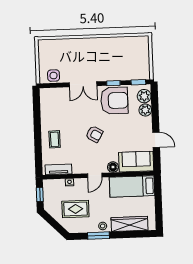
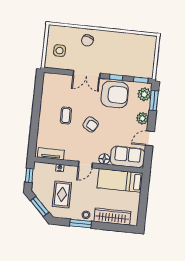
chair: (79, 50) -> (87, 40), added
side table: (54, 76) -> (60, 51), moved
window: (155, 101) -> (154, 100), added
plant: (145, 110) -> (142, 118), moved
coffee table: (55, 139) -> (66, 115), moved
door: (156, 140) -> (150, 138), swing flipped
rug: (75, 209) -> (62, 195), turned 90
window: (55, 224) -> (40, 206), added

